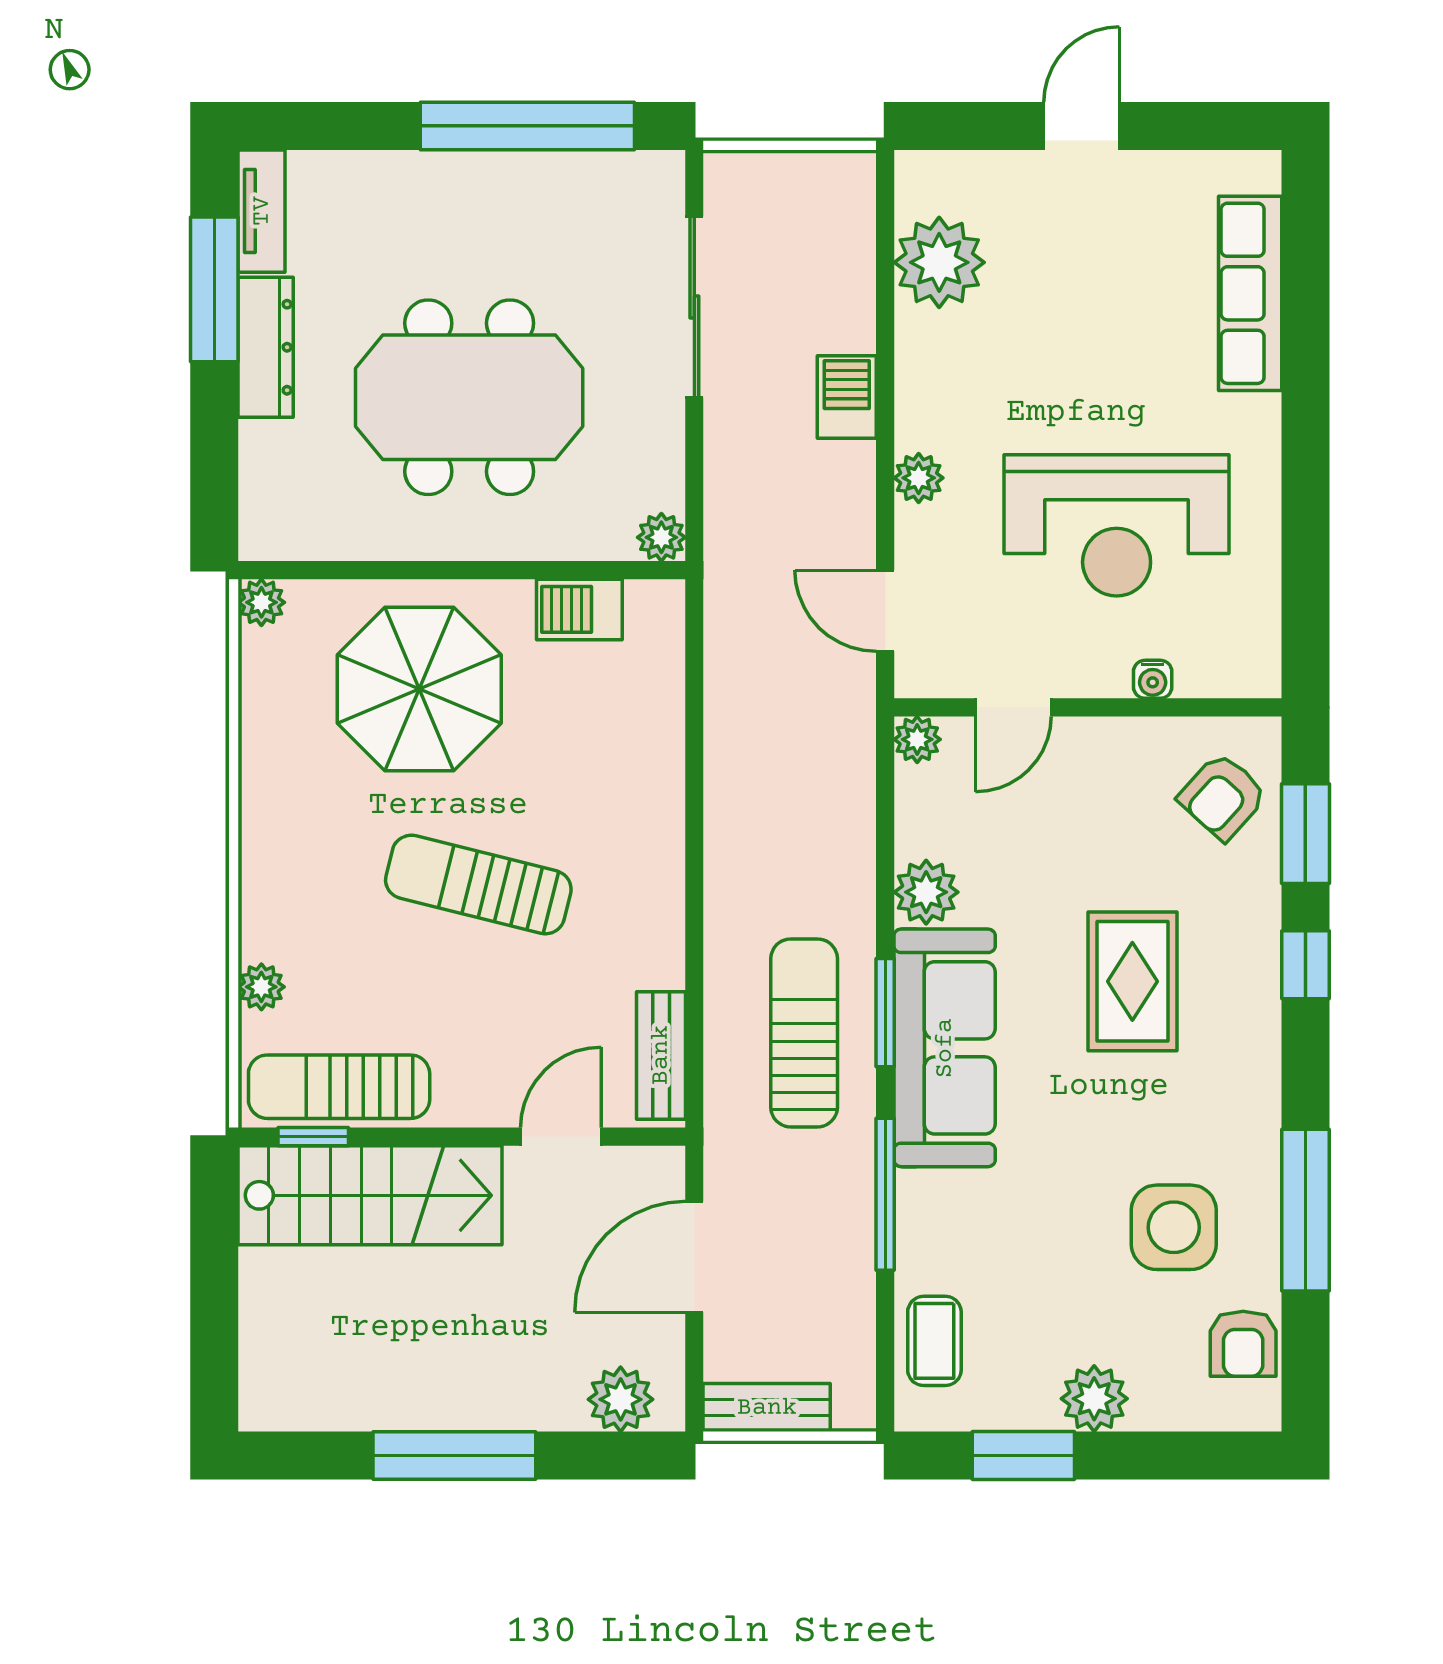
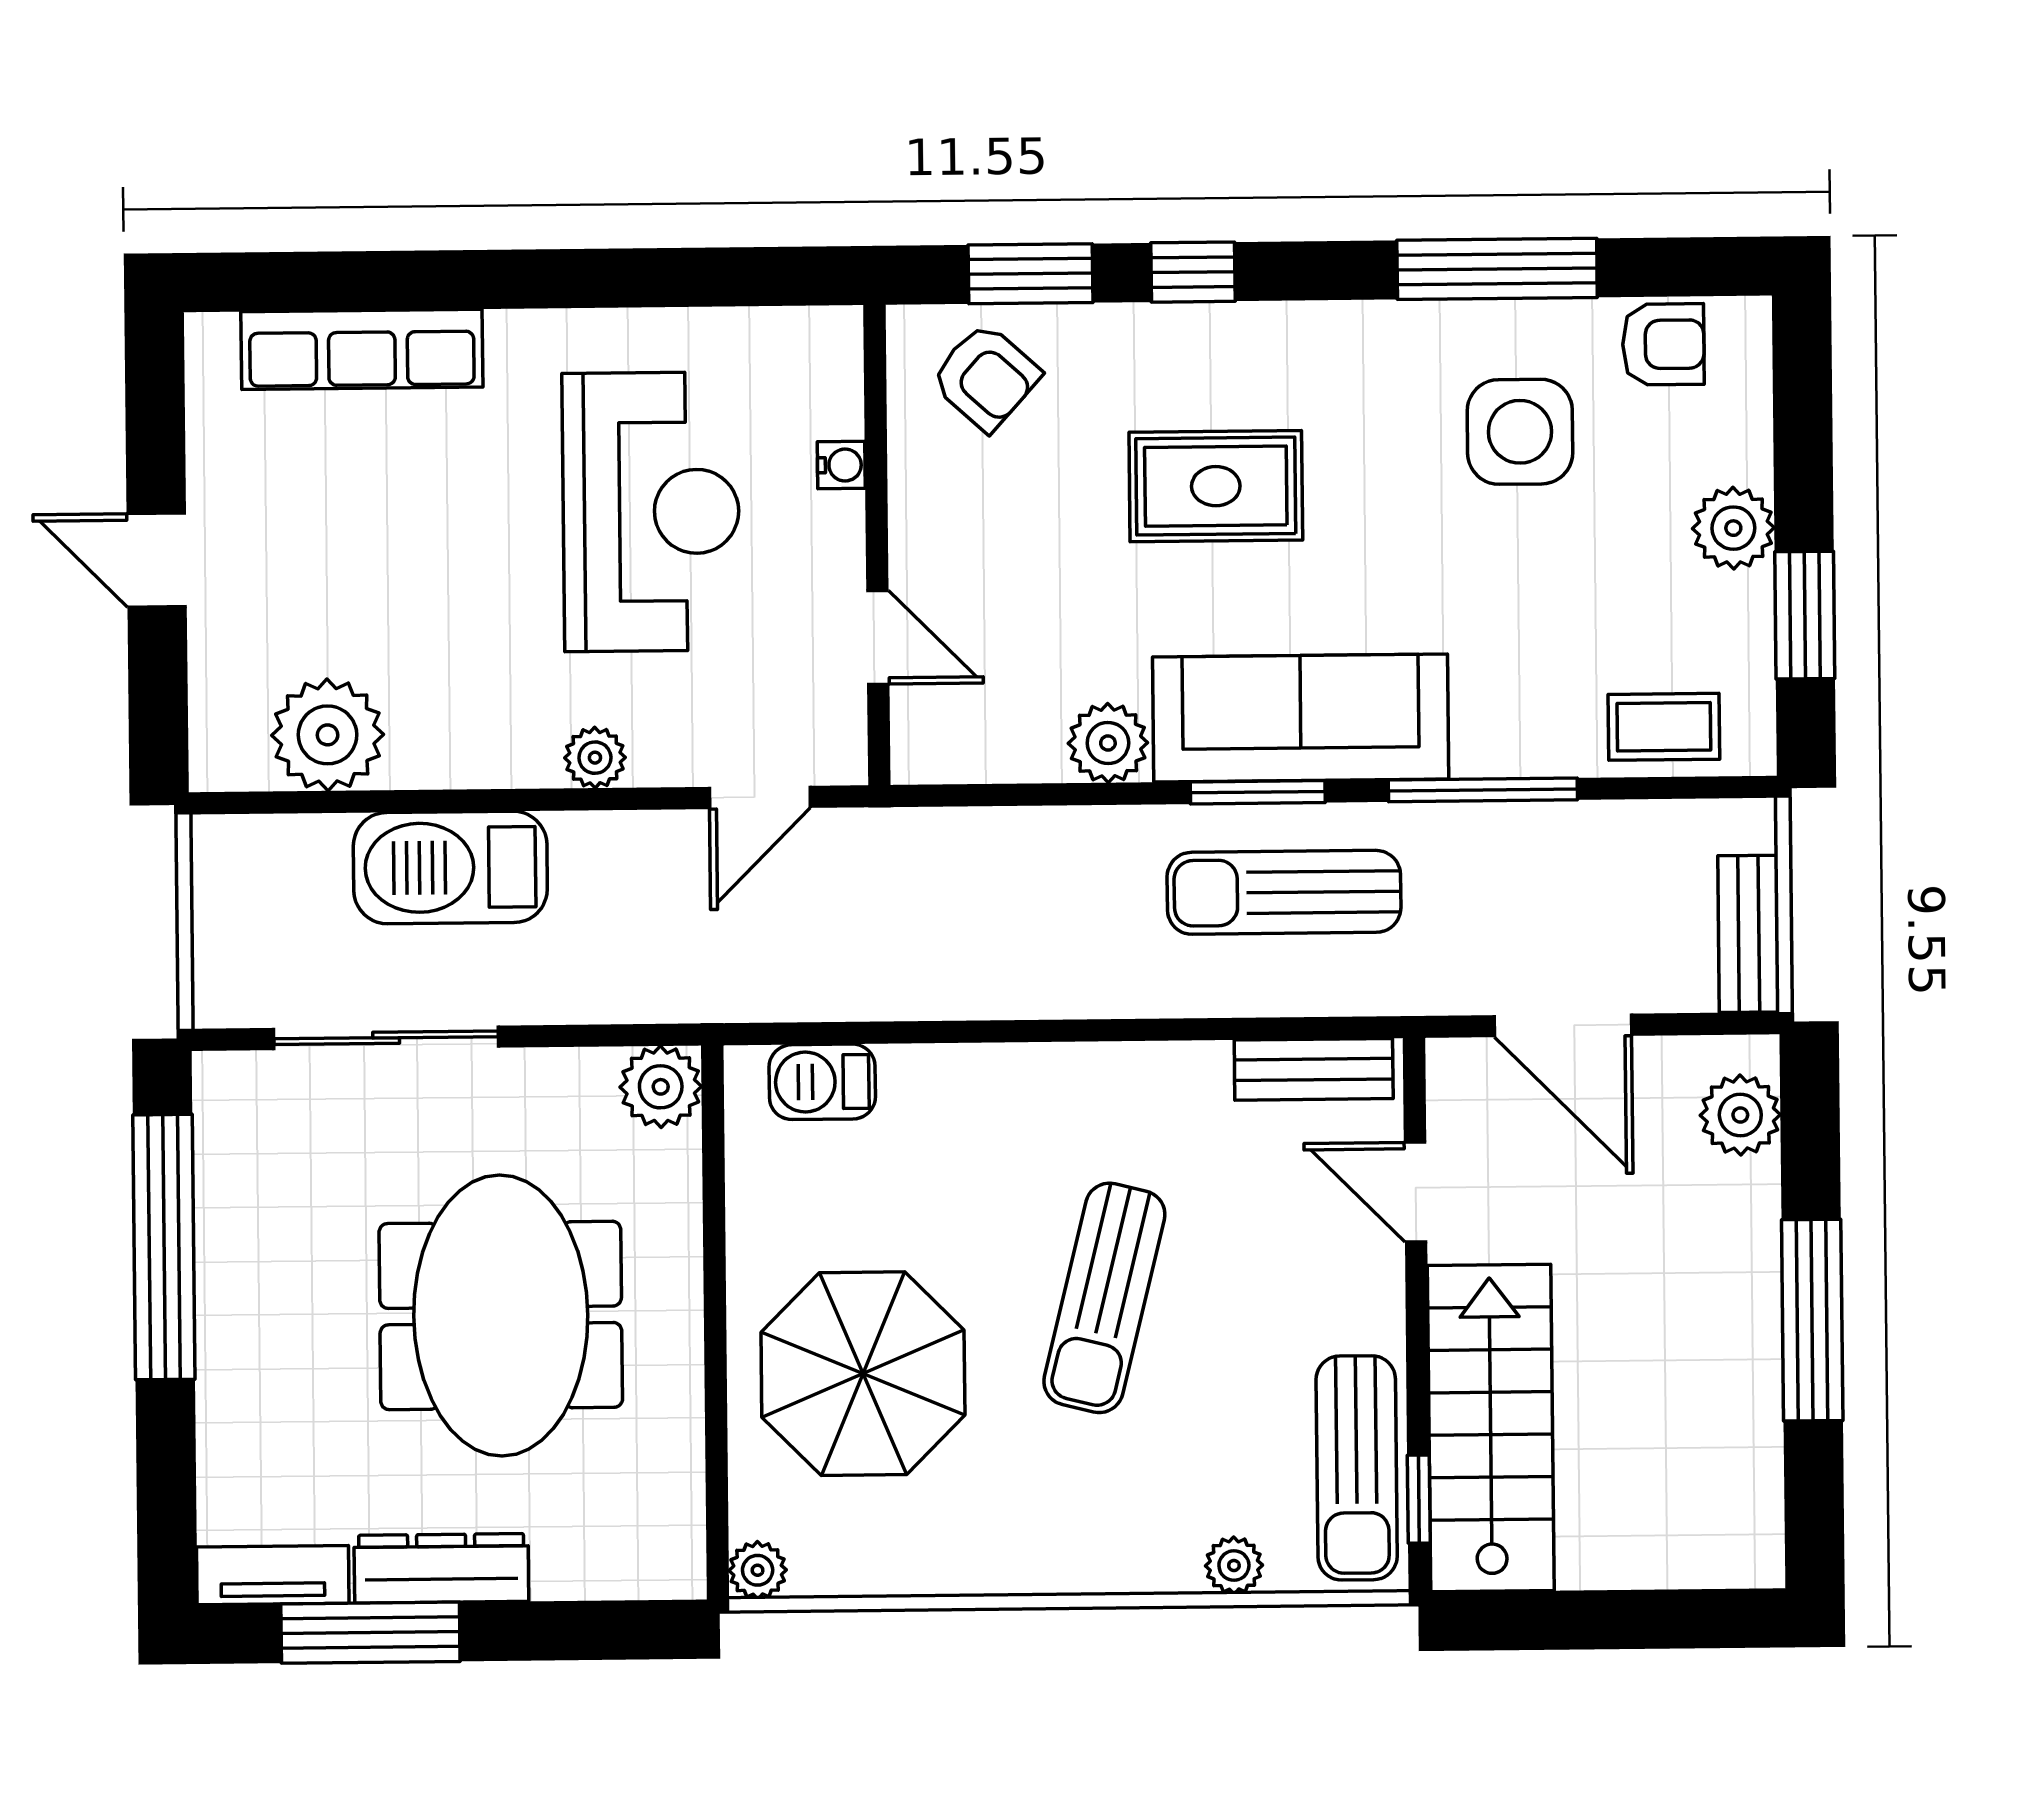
barbecue: (847, 397) -> (450, 868), width x1.88, depth x1.53
plant: (661, 537) -> (661, 1087), width x1.38, depth x1.38
barbecue: (579, 609) -> (822, 1082), moved, turned 90
plant: (917, 739) -> (919, 756), removed

